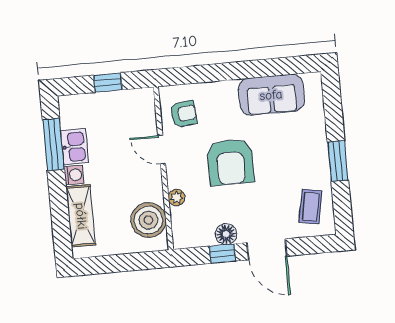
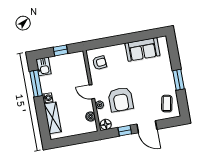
kitchen sink: (75, 147) -> (43, 66), moved
door: (162, 150) -> (92, 92), moved
armchair: (231, 162) -> (121, 99), moved
boiler: (148, 220) -> (91, 116), width x0.54, depth x0.54
floor lamp: (226, 234) -> (106, 124), moved

